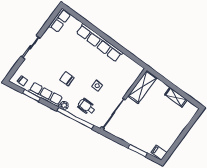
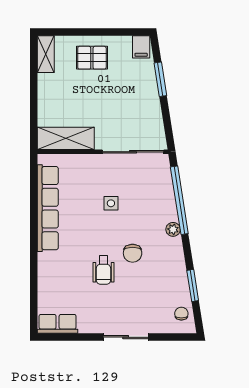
row of seats: (99, 43) -> (48, 208), moved
row of seats: (46, 94) -> (177, 267), removed
shelving: (176, 97) -> (46, 54), moved
wheelchair: (87, 107) -> (103, 270), moved
pallet: (171, 126) -> (92, 58), added

